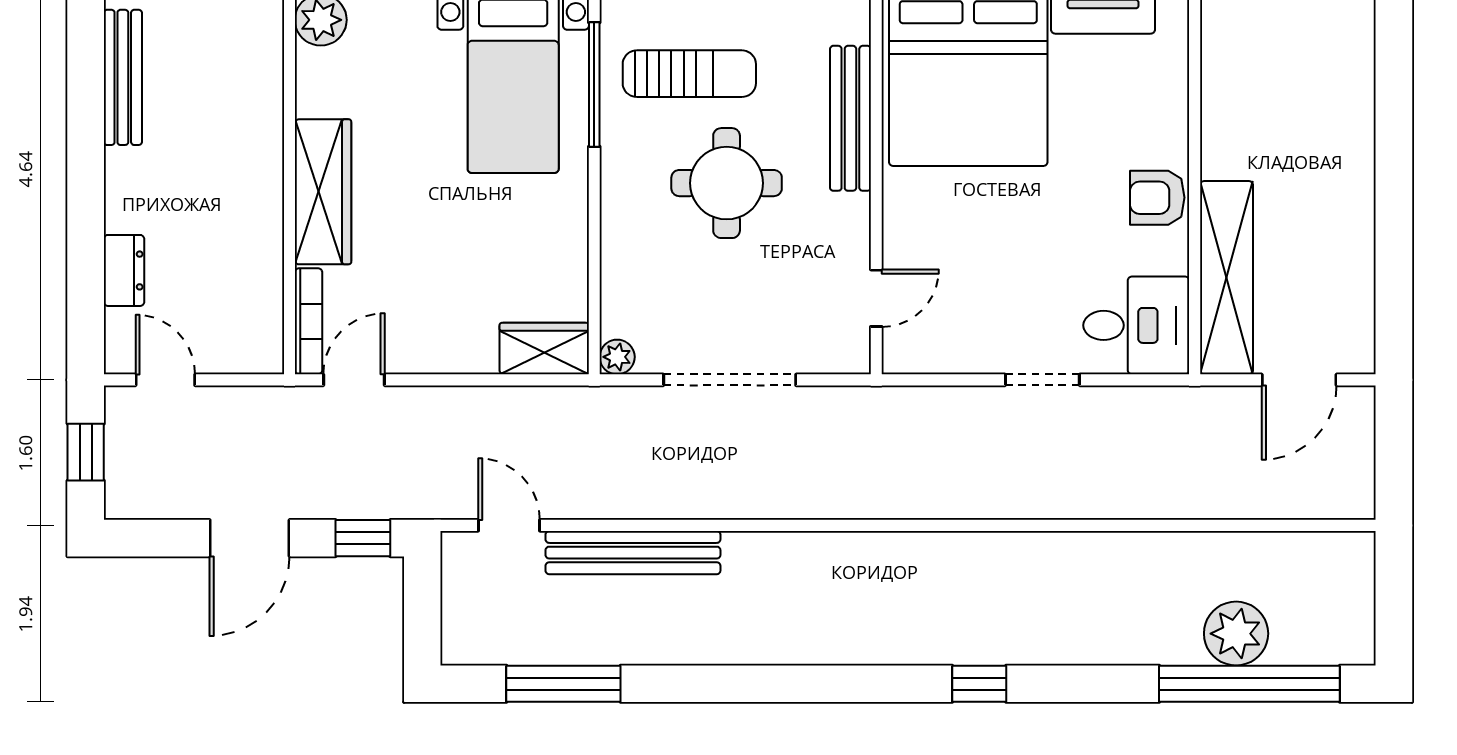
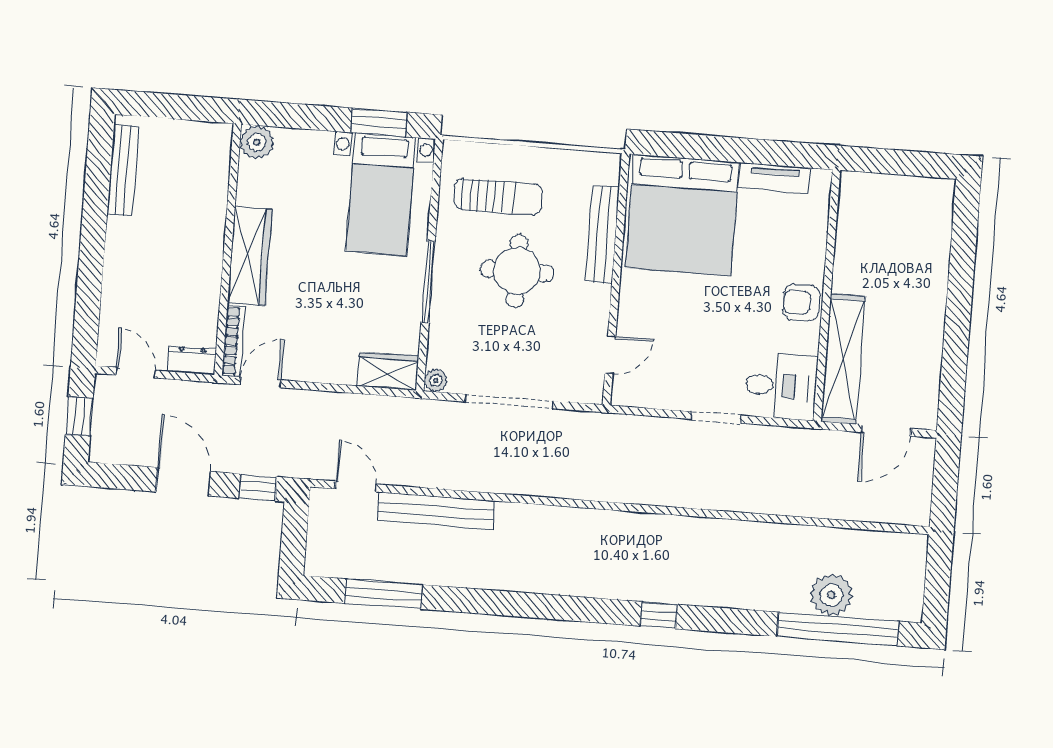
window: (594, 85) -> (428, 282), moved
dresser: (124, 270) -> (192, 360), moved, turned -90
door: (250, 538) -> (183, 482), swing flipped

